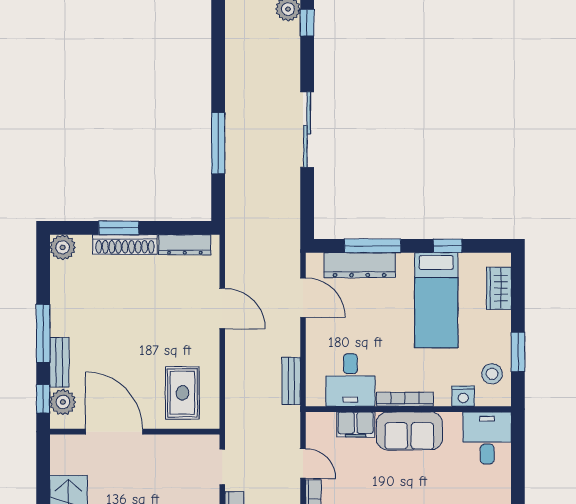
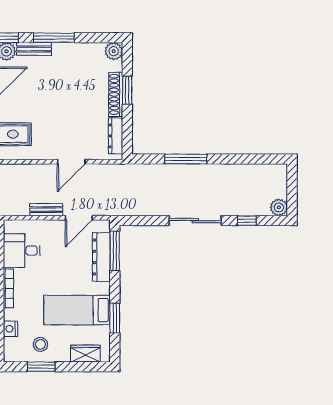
window: (307, 23) -> (247, 221), moved
window: (373, 246) -> (115, 251), moved
window: (448, 246) -> (115, 318), width x1.50
stool: (492, 374) -> (40, 344), moved
bench: (291, 381) -> (46, 210), moved

